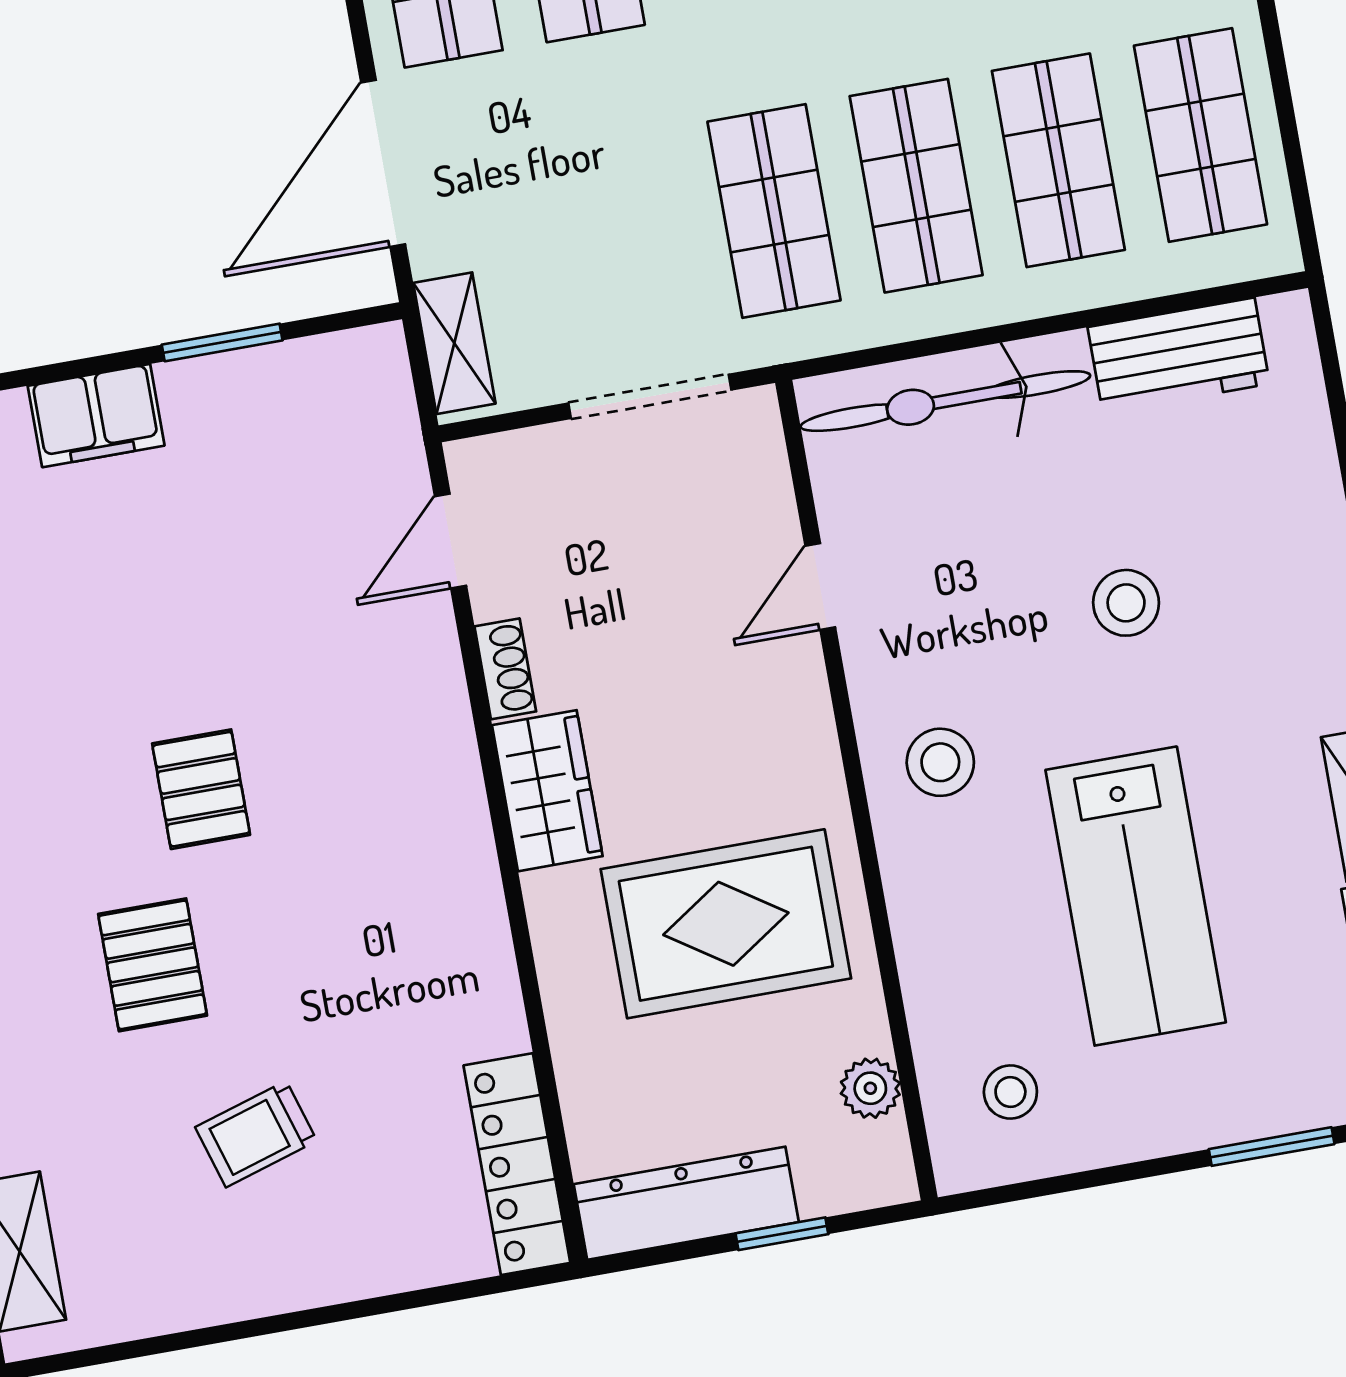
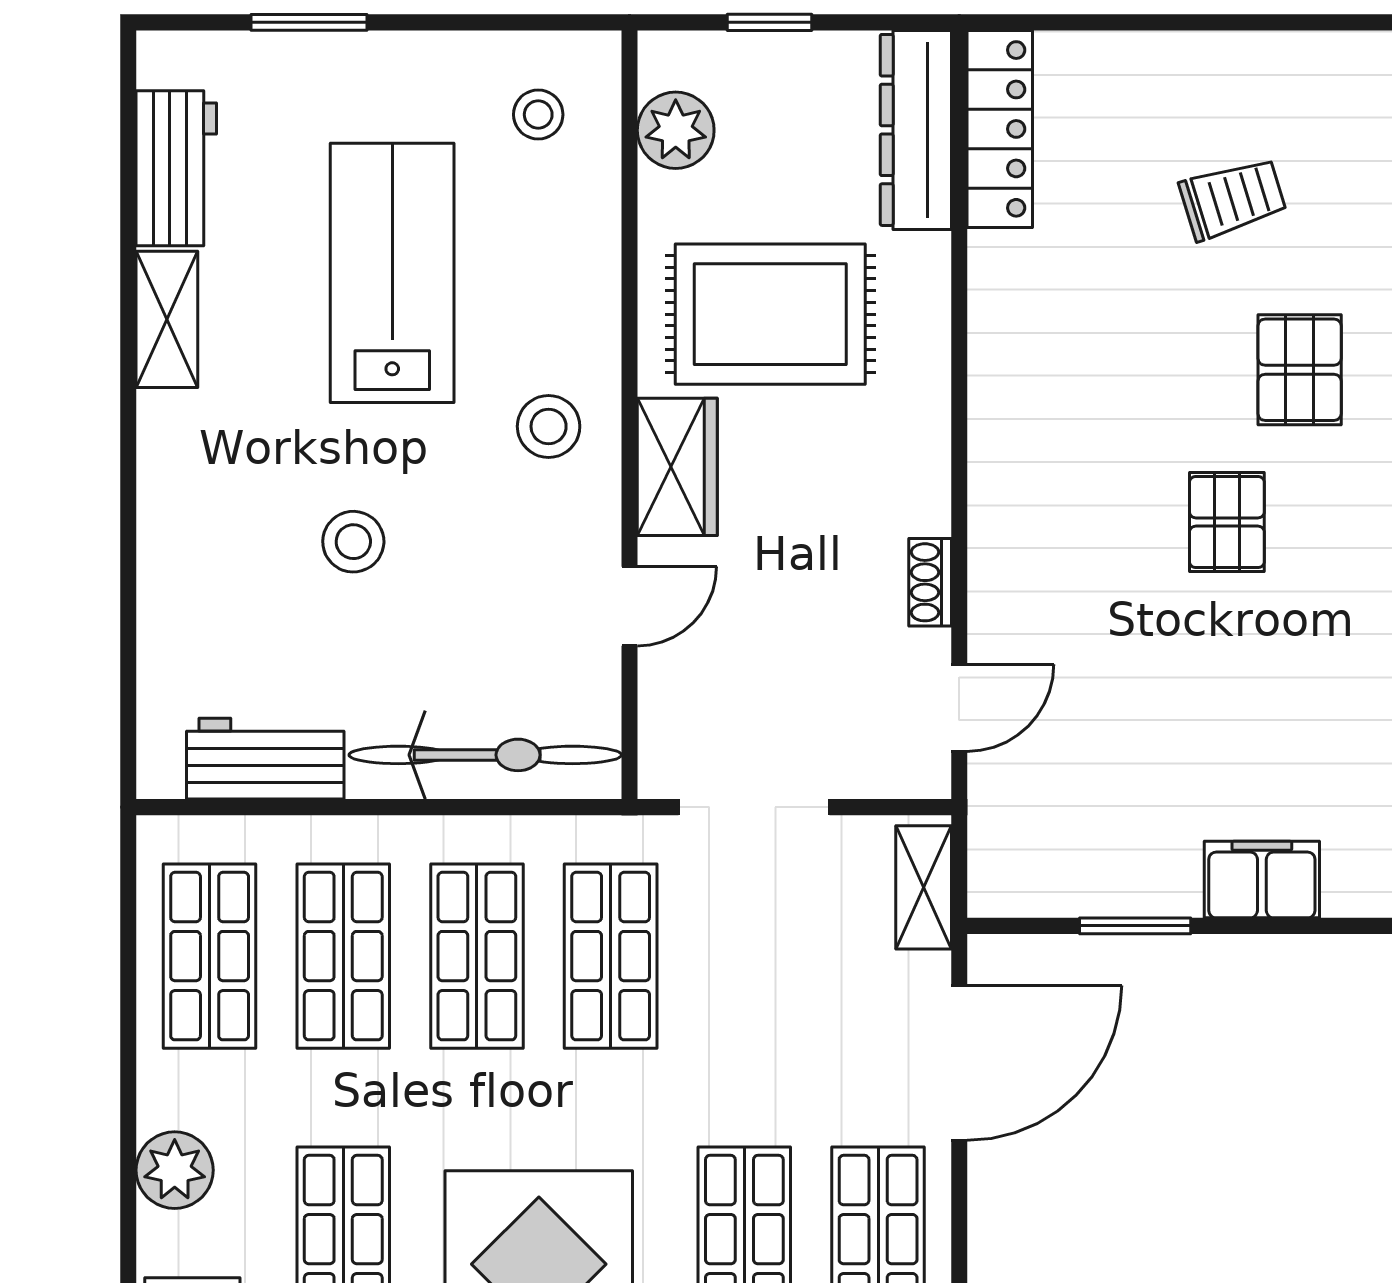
wardrobe: (547, 791) -> (677, 467), moved, turned 180
plant: (870, 1088) -> (676, 130), width x1.38, depth x1.38
dresser: (686, 1203) -> (916, 130), moved, turned 90

